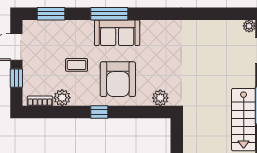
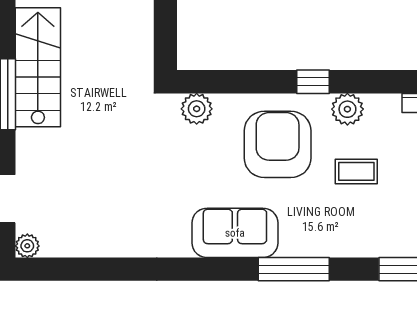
sofa: (117, 33) -> (235, 233), moved
plant: (62, 98) -> (347, 109), moved

